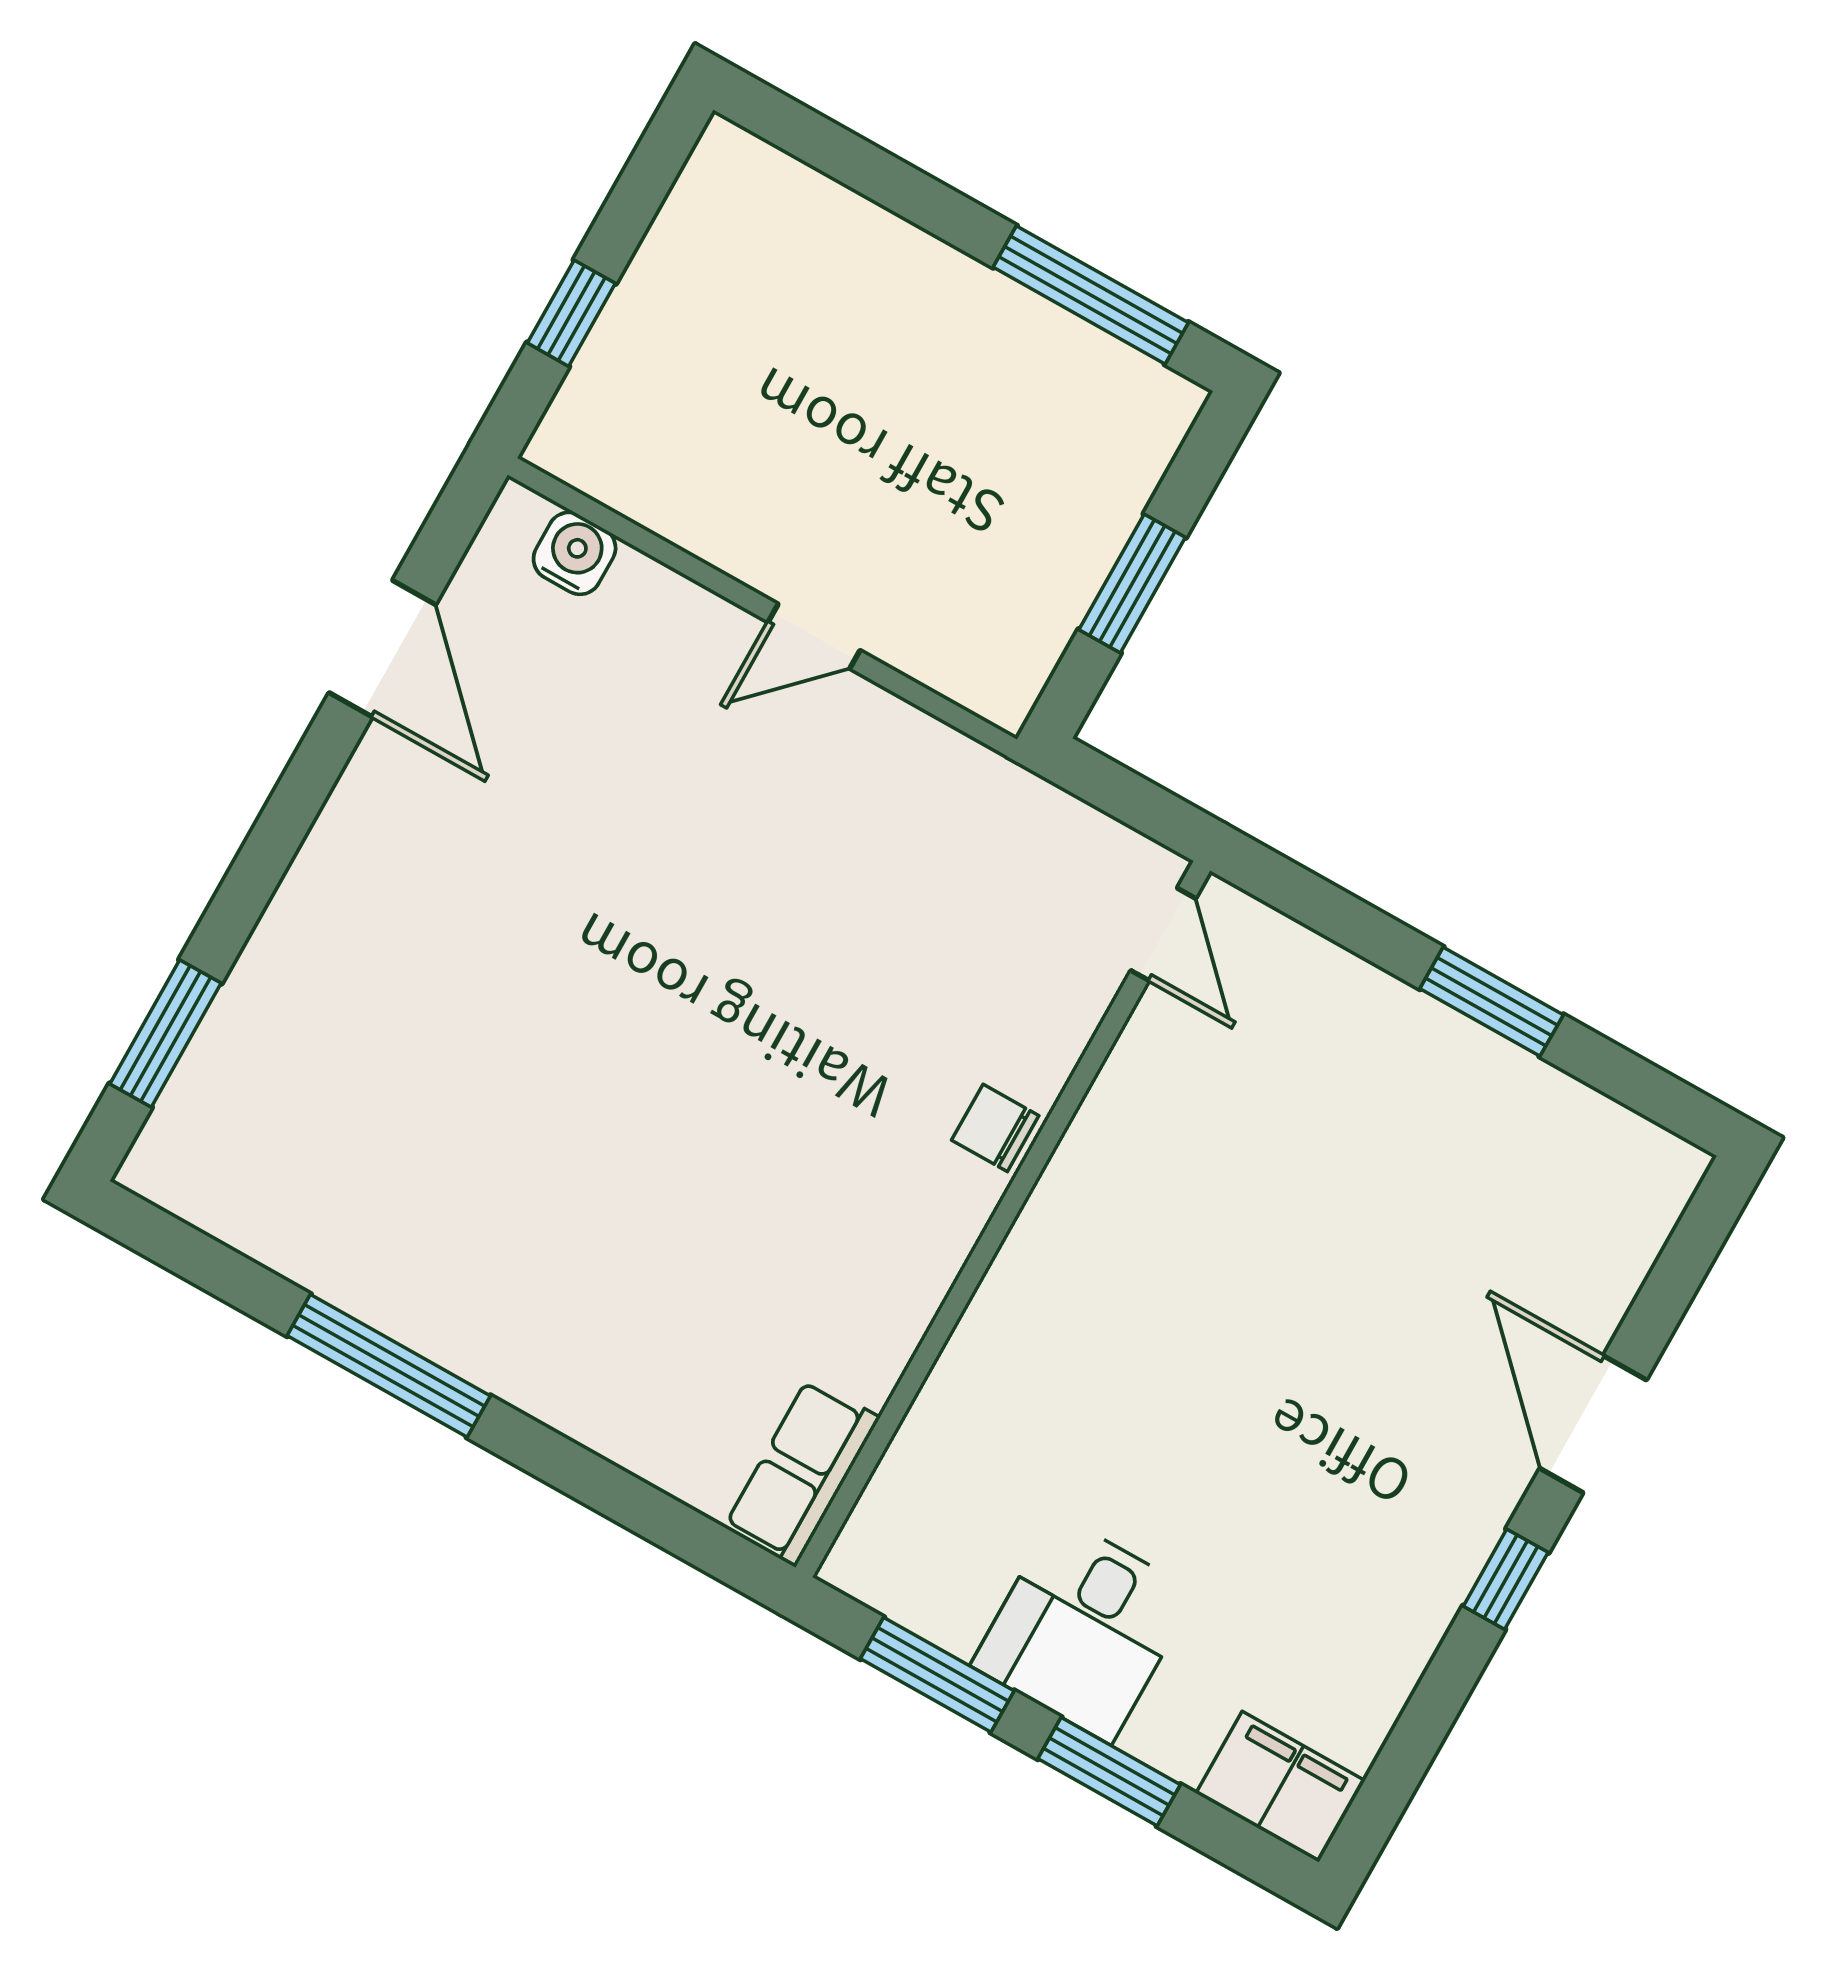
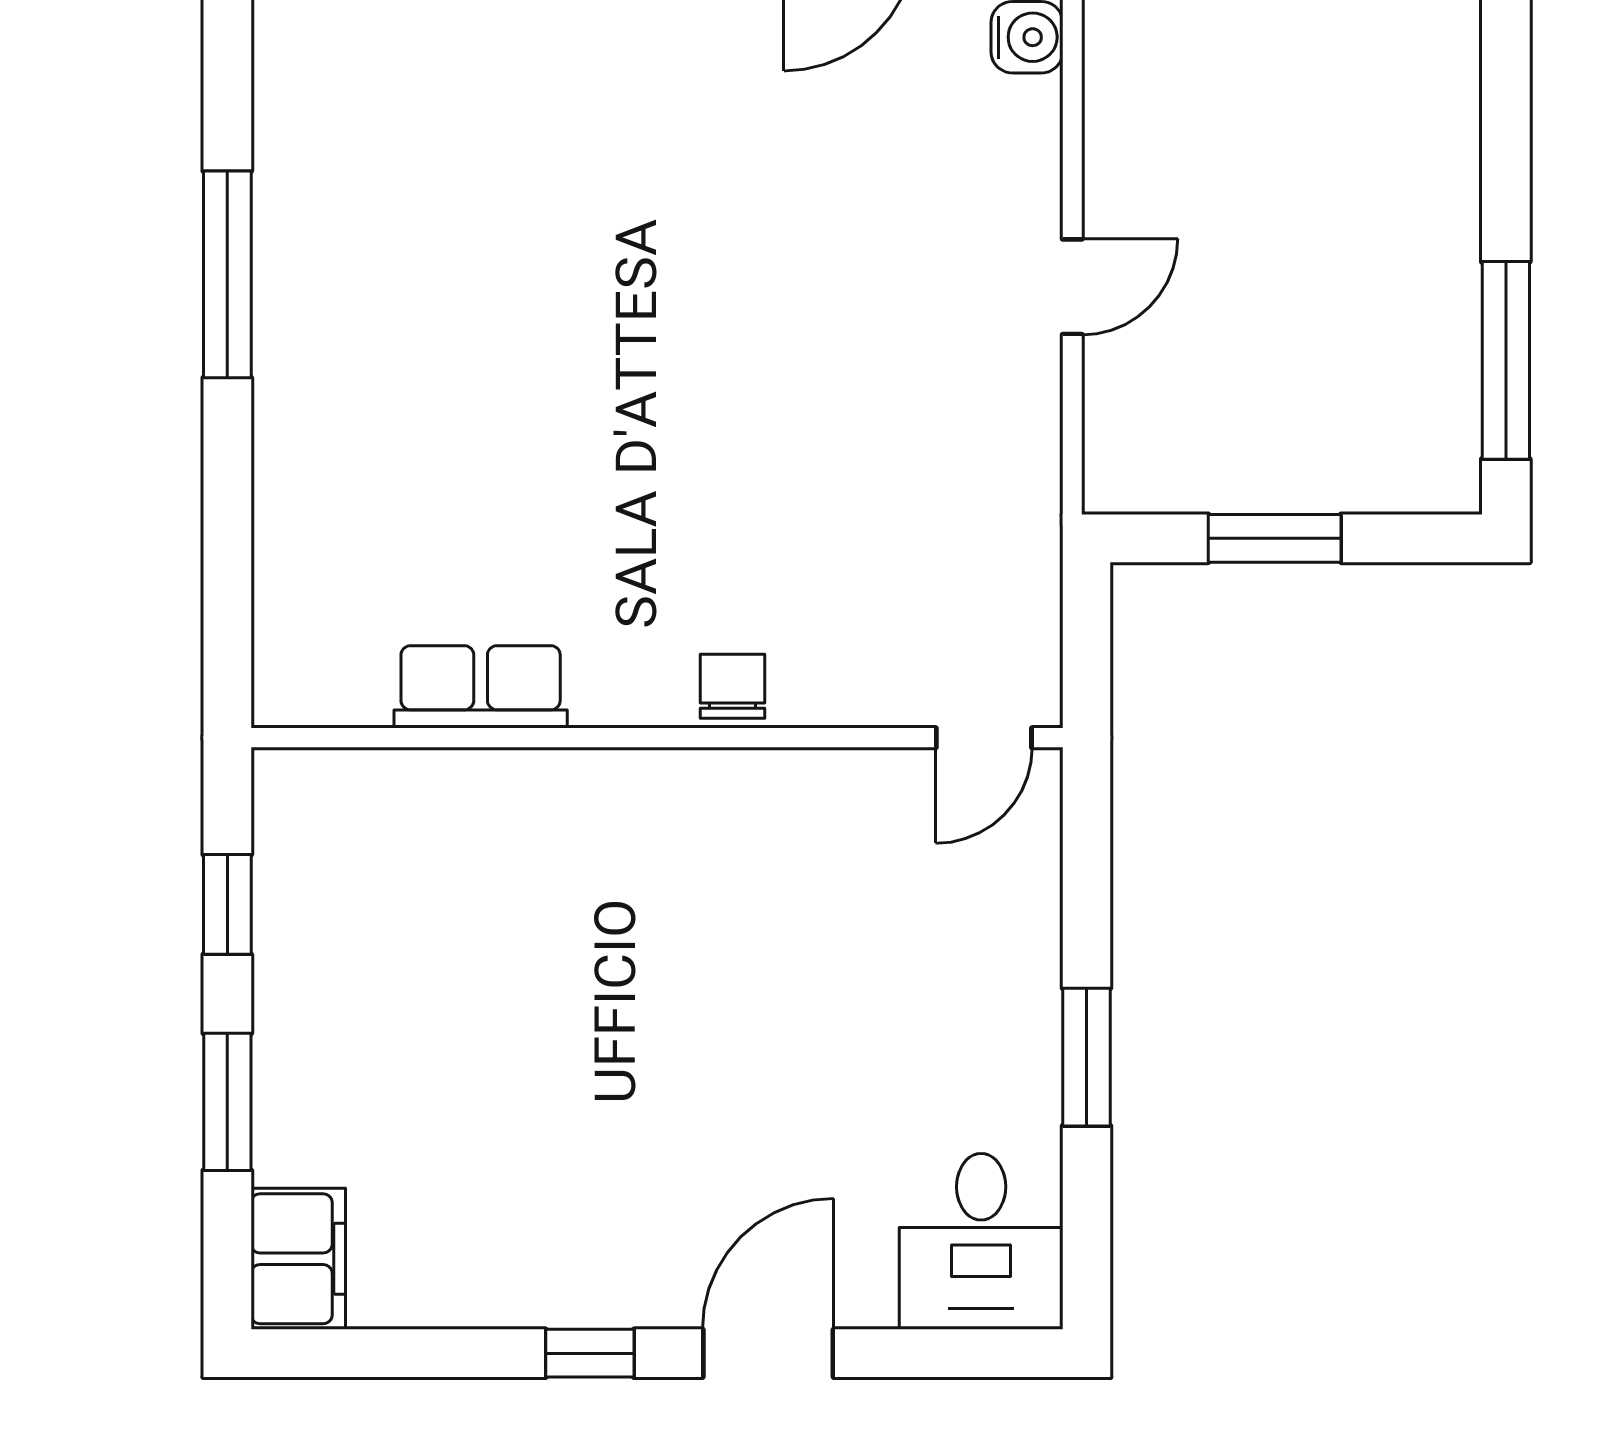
door: (814, 636) -> (1072, 287), swing flipped
row of seats: (802, 1472) -> (481, 687), moved
desk: (1084, 1629) -> (981, 1241), moved, turned -90
window: (937, 1675) -> (227, 904), width x0.67

